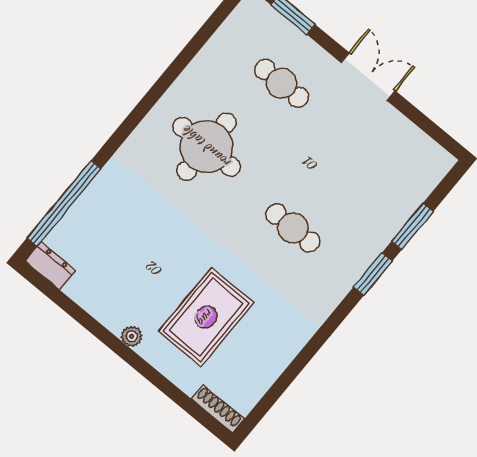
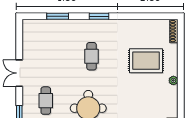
window: (373, 274) -> (99, 16), moved

